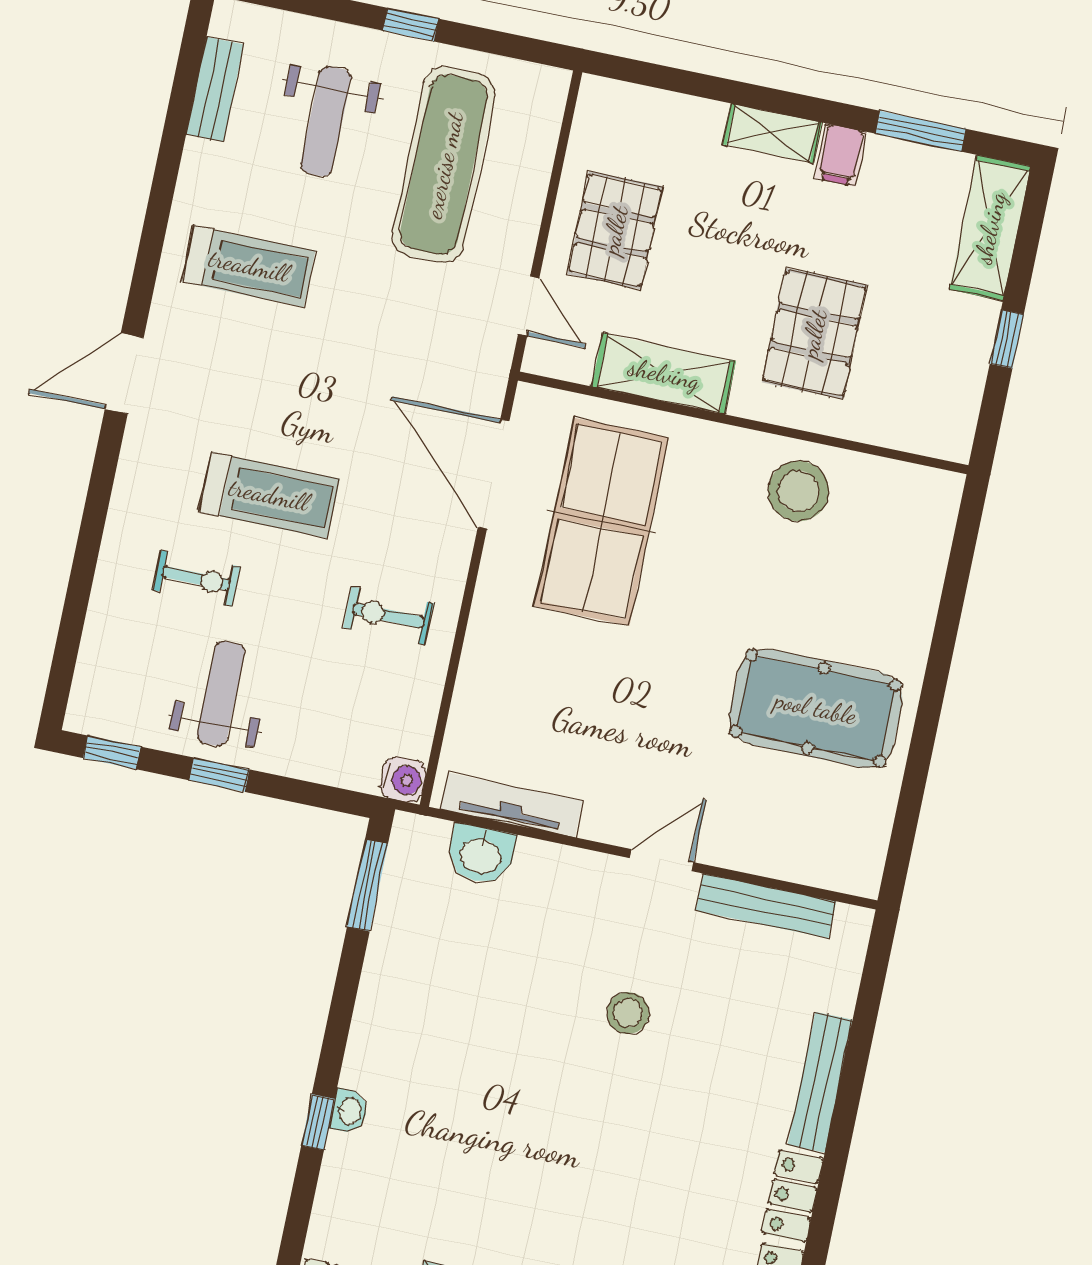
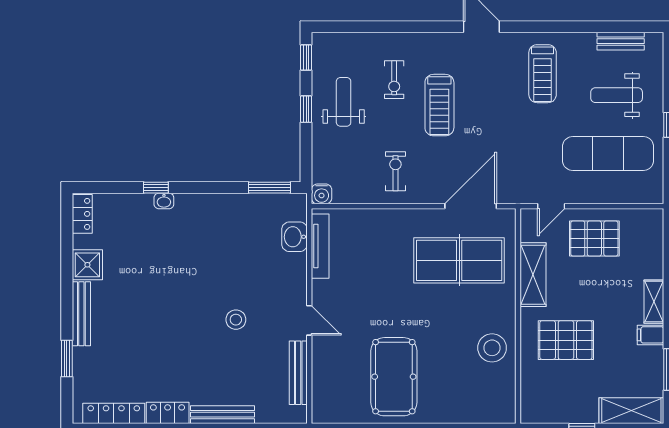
weight bench: (221, 693) -> (344, 102), turned -90

